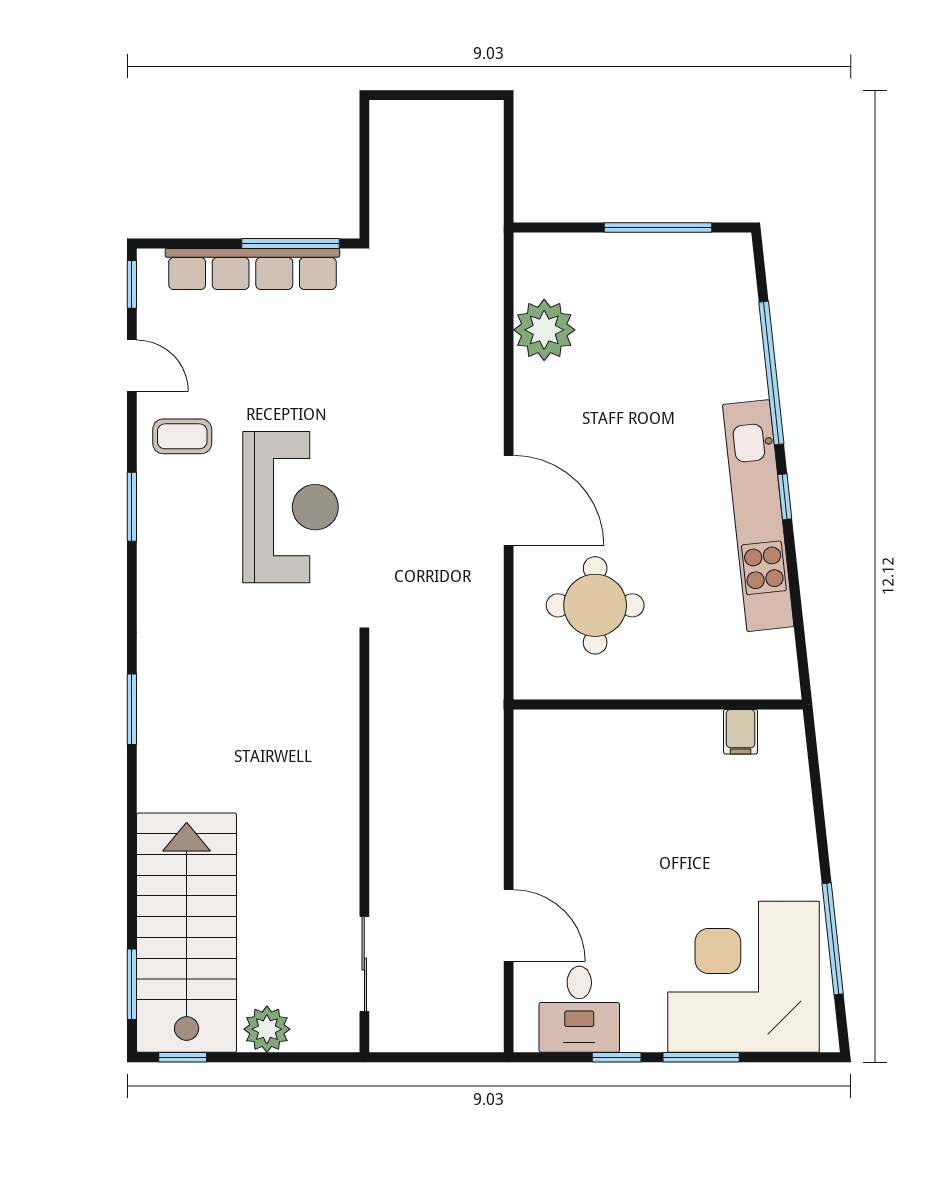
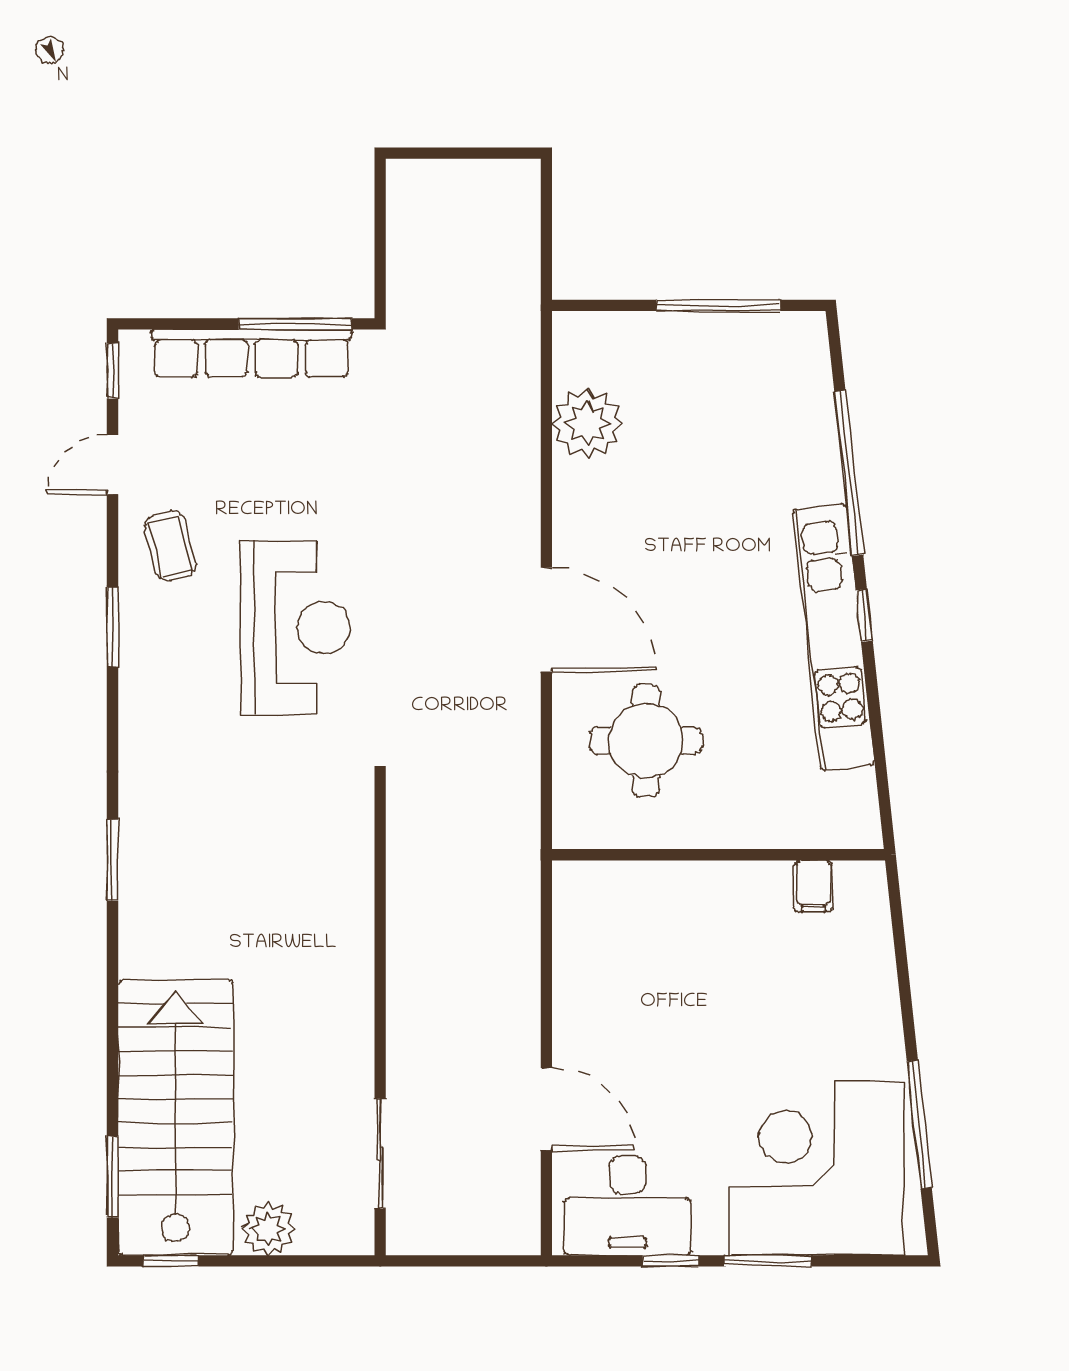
door: (132, 366) -> (112, 465), swing flipped
coffee table: (182, 436) -> (171, 546), turned 76
desk: (579, 1009) -> (628, 1206), width x1.37

